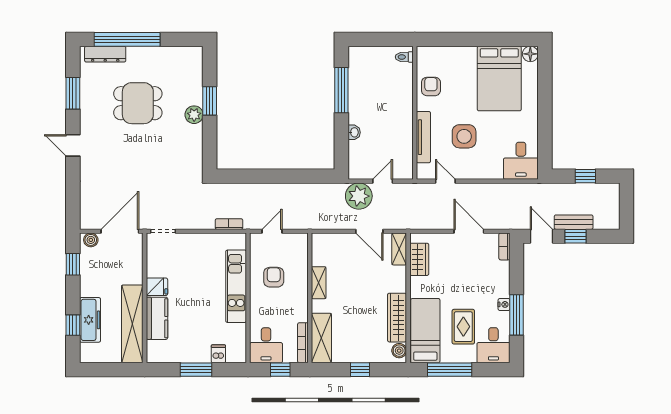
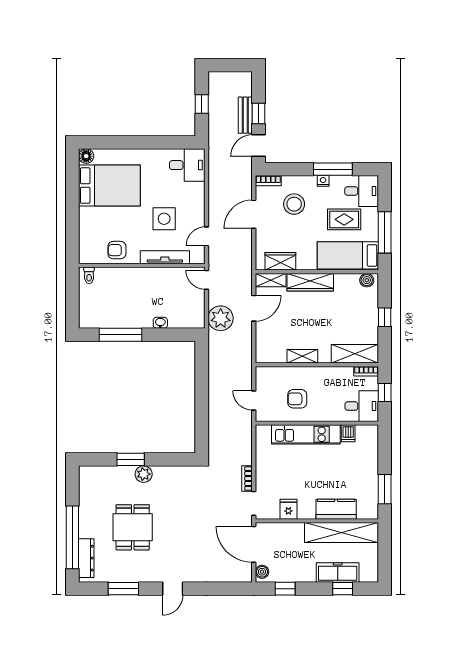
door: (383, 181) -> (206, 280), moved
bookcase: (229, 224) -> (247, 478), moved
stool: (480, 274) -> (294, 204), added
fridge: (157, 287) -> (288, 509), moved
wardrobe: (397, 318) -> (310, 282), moved
bookcase: (303, 343) -> (366, 371), width x0.64
dishwasher: (218, 354) -> (348, 433), moved, turned -90
window: (196, 370) -> (385, 489), moved

